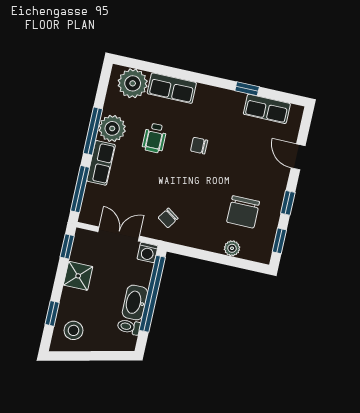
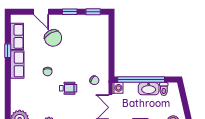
row of seats: (172, 88) -> (17, 64), moved
wheelchair: (154, 138) -> (68, 88), moved
door: (298, 157) -> (41, 12), hinge flipped
chair: (243, 212) -> (53, 38), moved, turned 62
plant: (232, 248) -> (104, 39), removed

